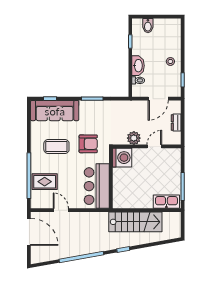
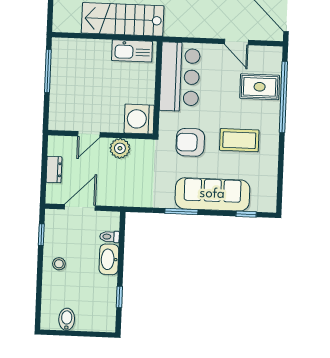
bidet: (148, 26) -> (67, 319), moved
sofa: (55, 111) -> (212, 194), moved
kitchen sink: (166, 202) -> (132, 51), moved

